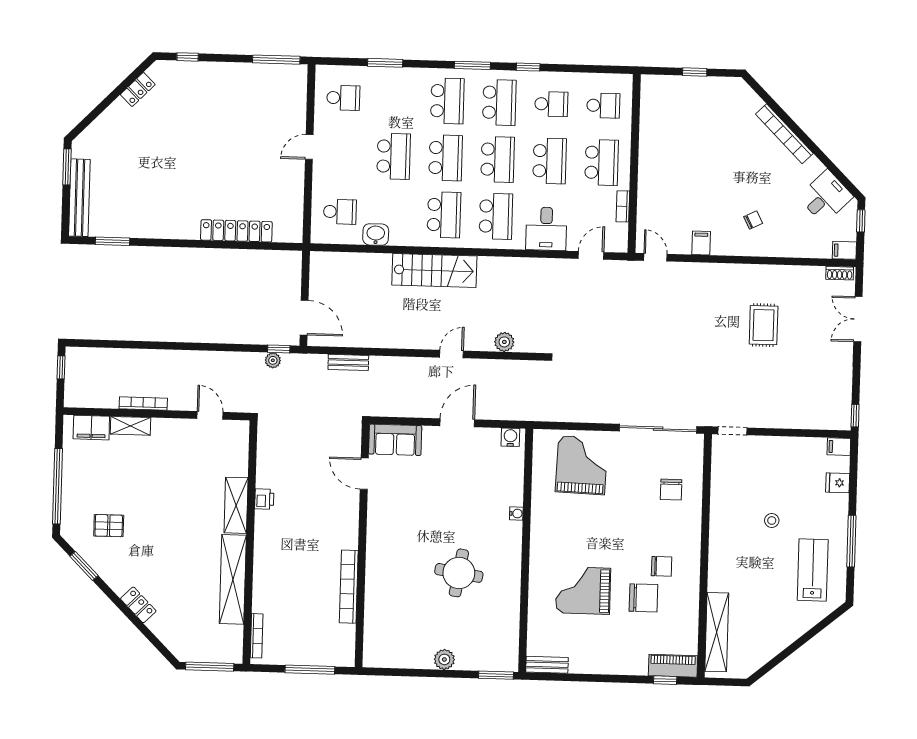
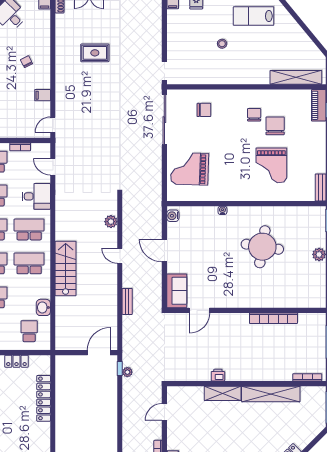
locker: (295, 191) -> (16, 361), added
bench: (348, 362) -> (127, 301), moved
round table: (459, 573) -> (262, 247), width x1.36, depth x1.36

